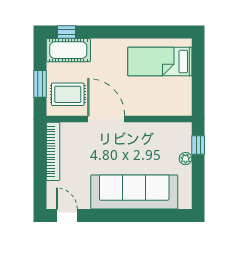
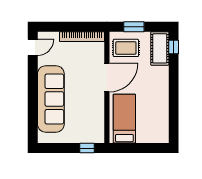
bed: (160, 62) -> (124, 119), moved
rug: (68, 94) -> (126, 48), turned 90
plant: (186, 159) -> (77, 138), removed

